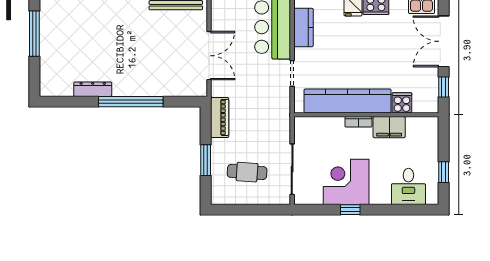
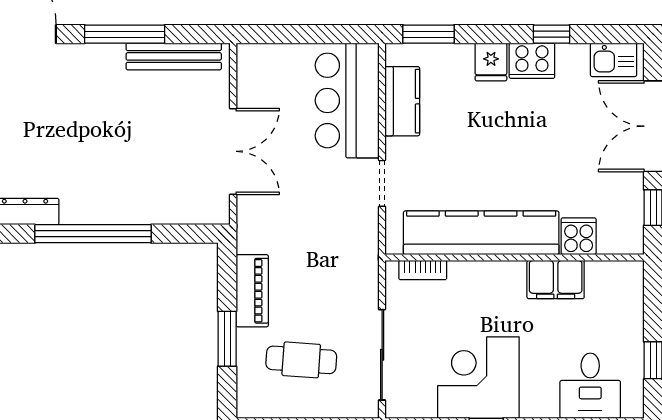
piano: (220, 117) -> (252, 291), moved
bookcase: (358, 122) -> (423, 270), moved

